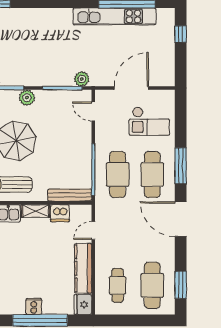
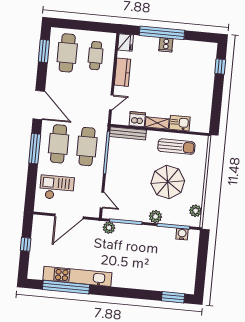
window: (181, 34) -> (26, 244), moved
kitchen counter: (83, 268) -> (122, 72), width x0.67

